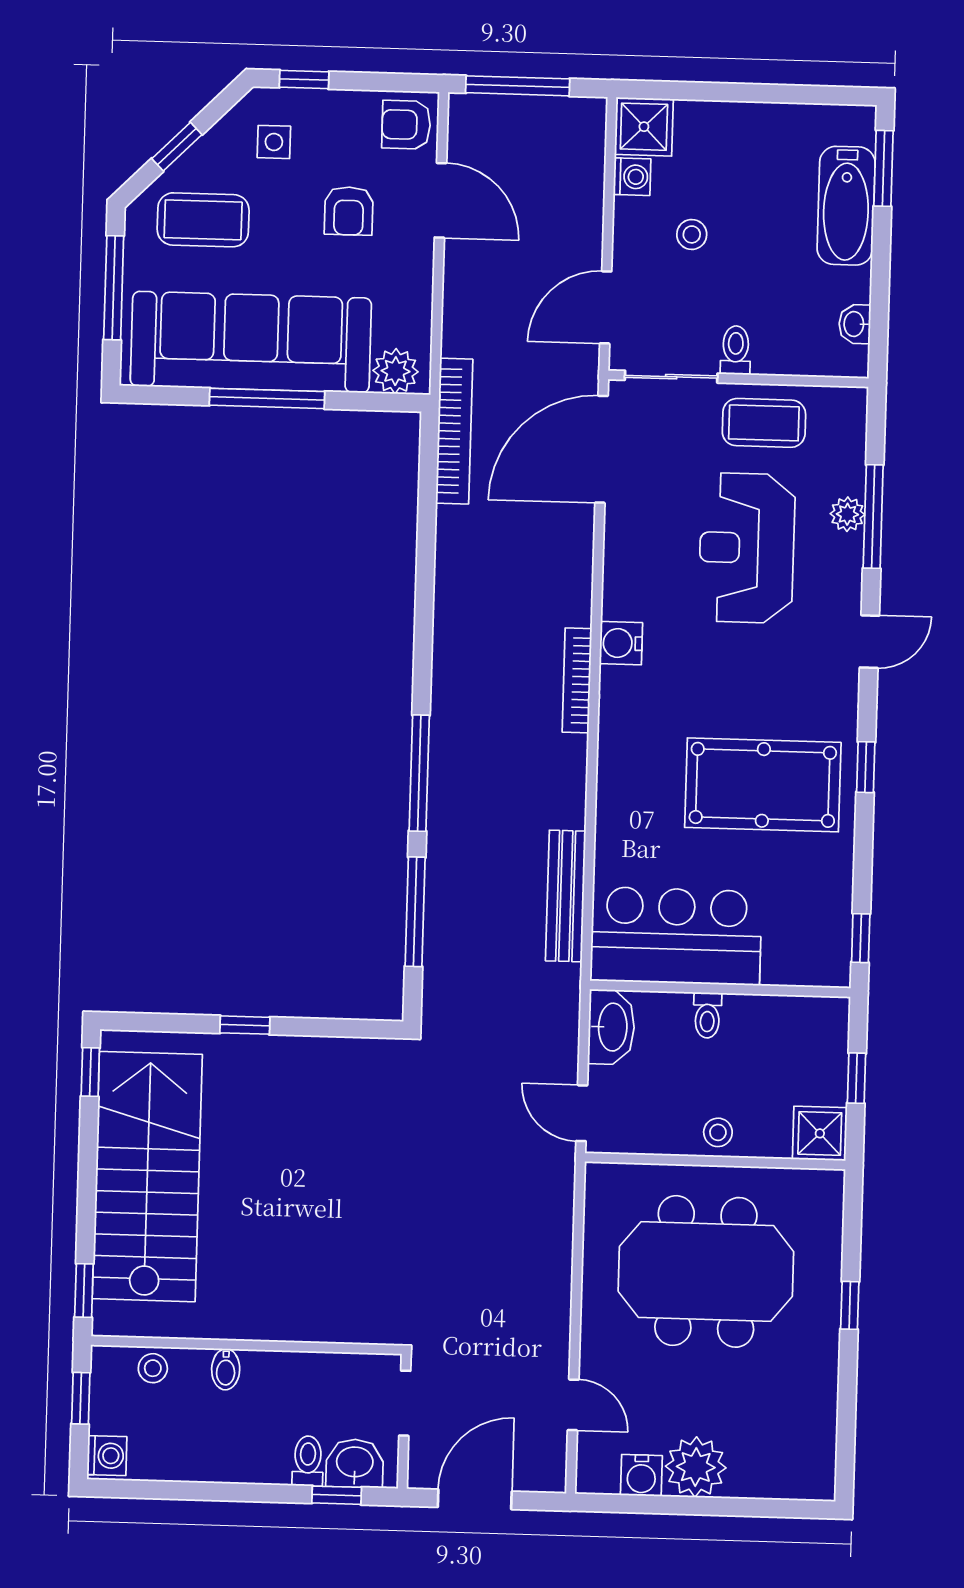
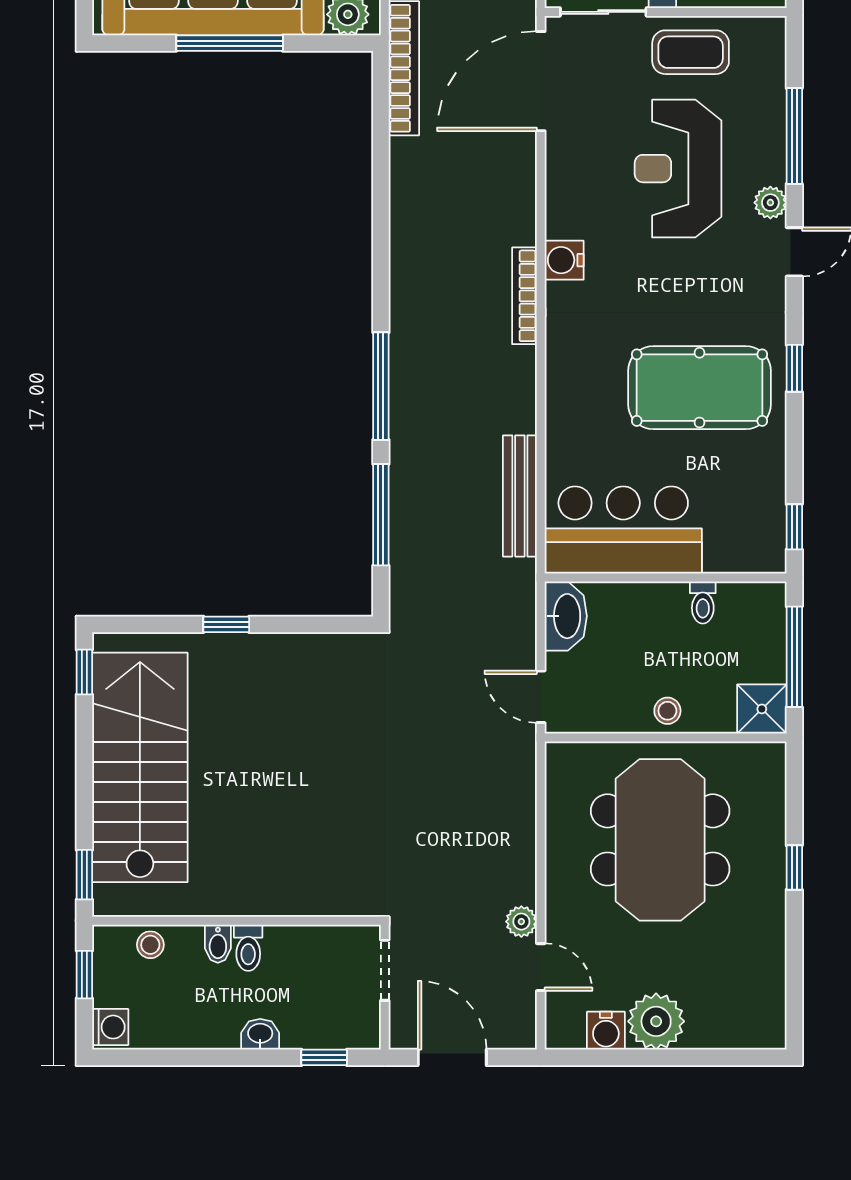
plant: (847, 514) -> (770, 203), moved
toilet: (707, 1015) -> (703, 603), moved
window: (856, 1078) -> (794, 657), width x2.17
meeting table: (706, 1271) -> (660, 840), turned 90
plant: (554, 1355) -> (521, 922), added
toilet: (308, 1461) -> (248, 948), moved, turned 180
washbasin: (355, 1463) -> (260, 1034), moved, width x0.72, depth x0.69
door: (475, 1499) -> (452, 1057), hinge flipped

